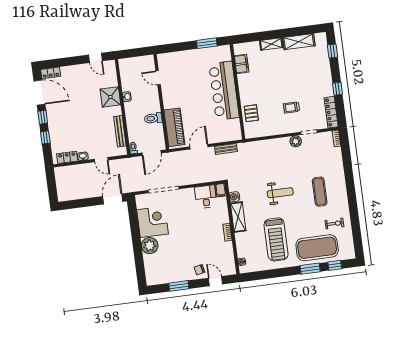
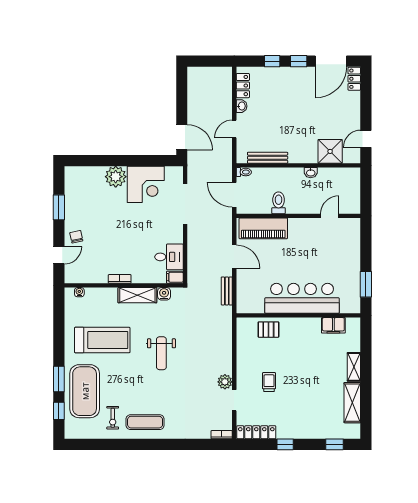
shower: (110, 97) -> (330, 151), moved
exercise mat: (320, 192) -> (145, 422), moved
treadmill: (276, 239) -> (102, 340), turned 180

